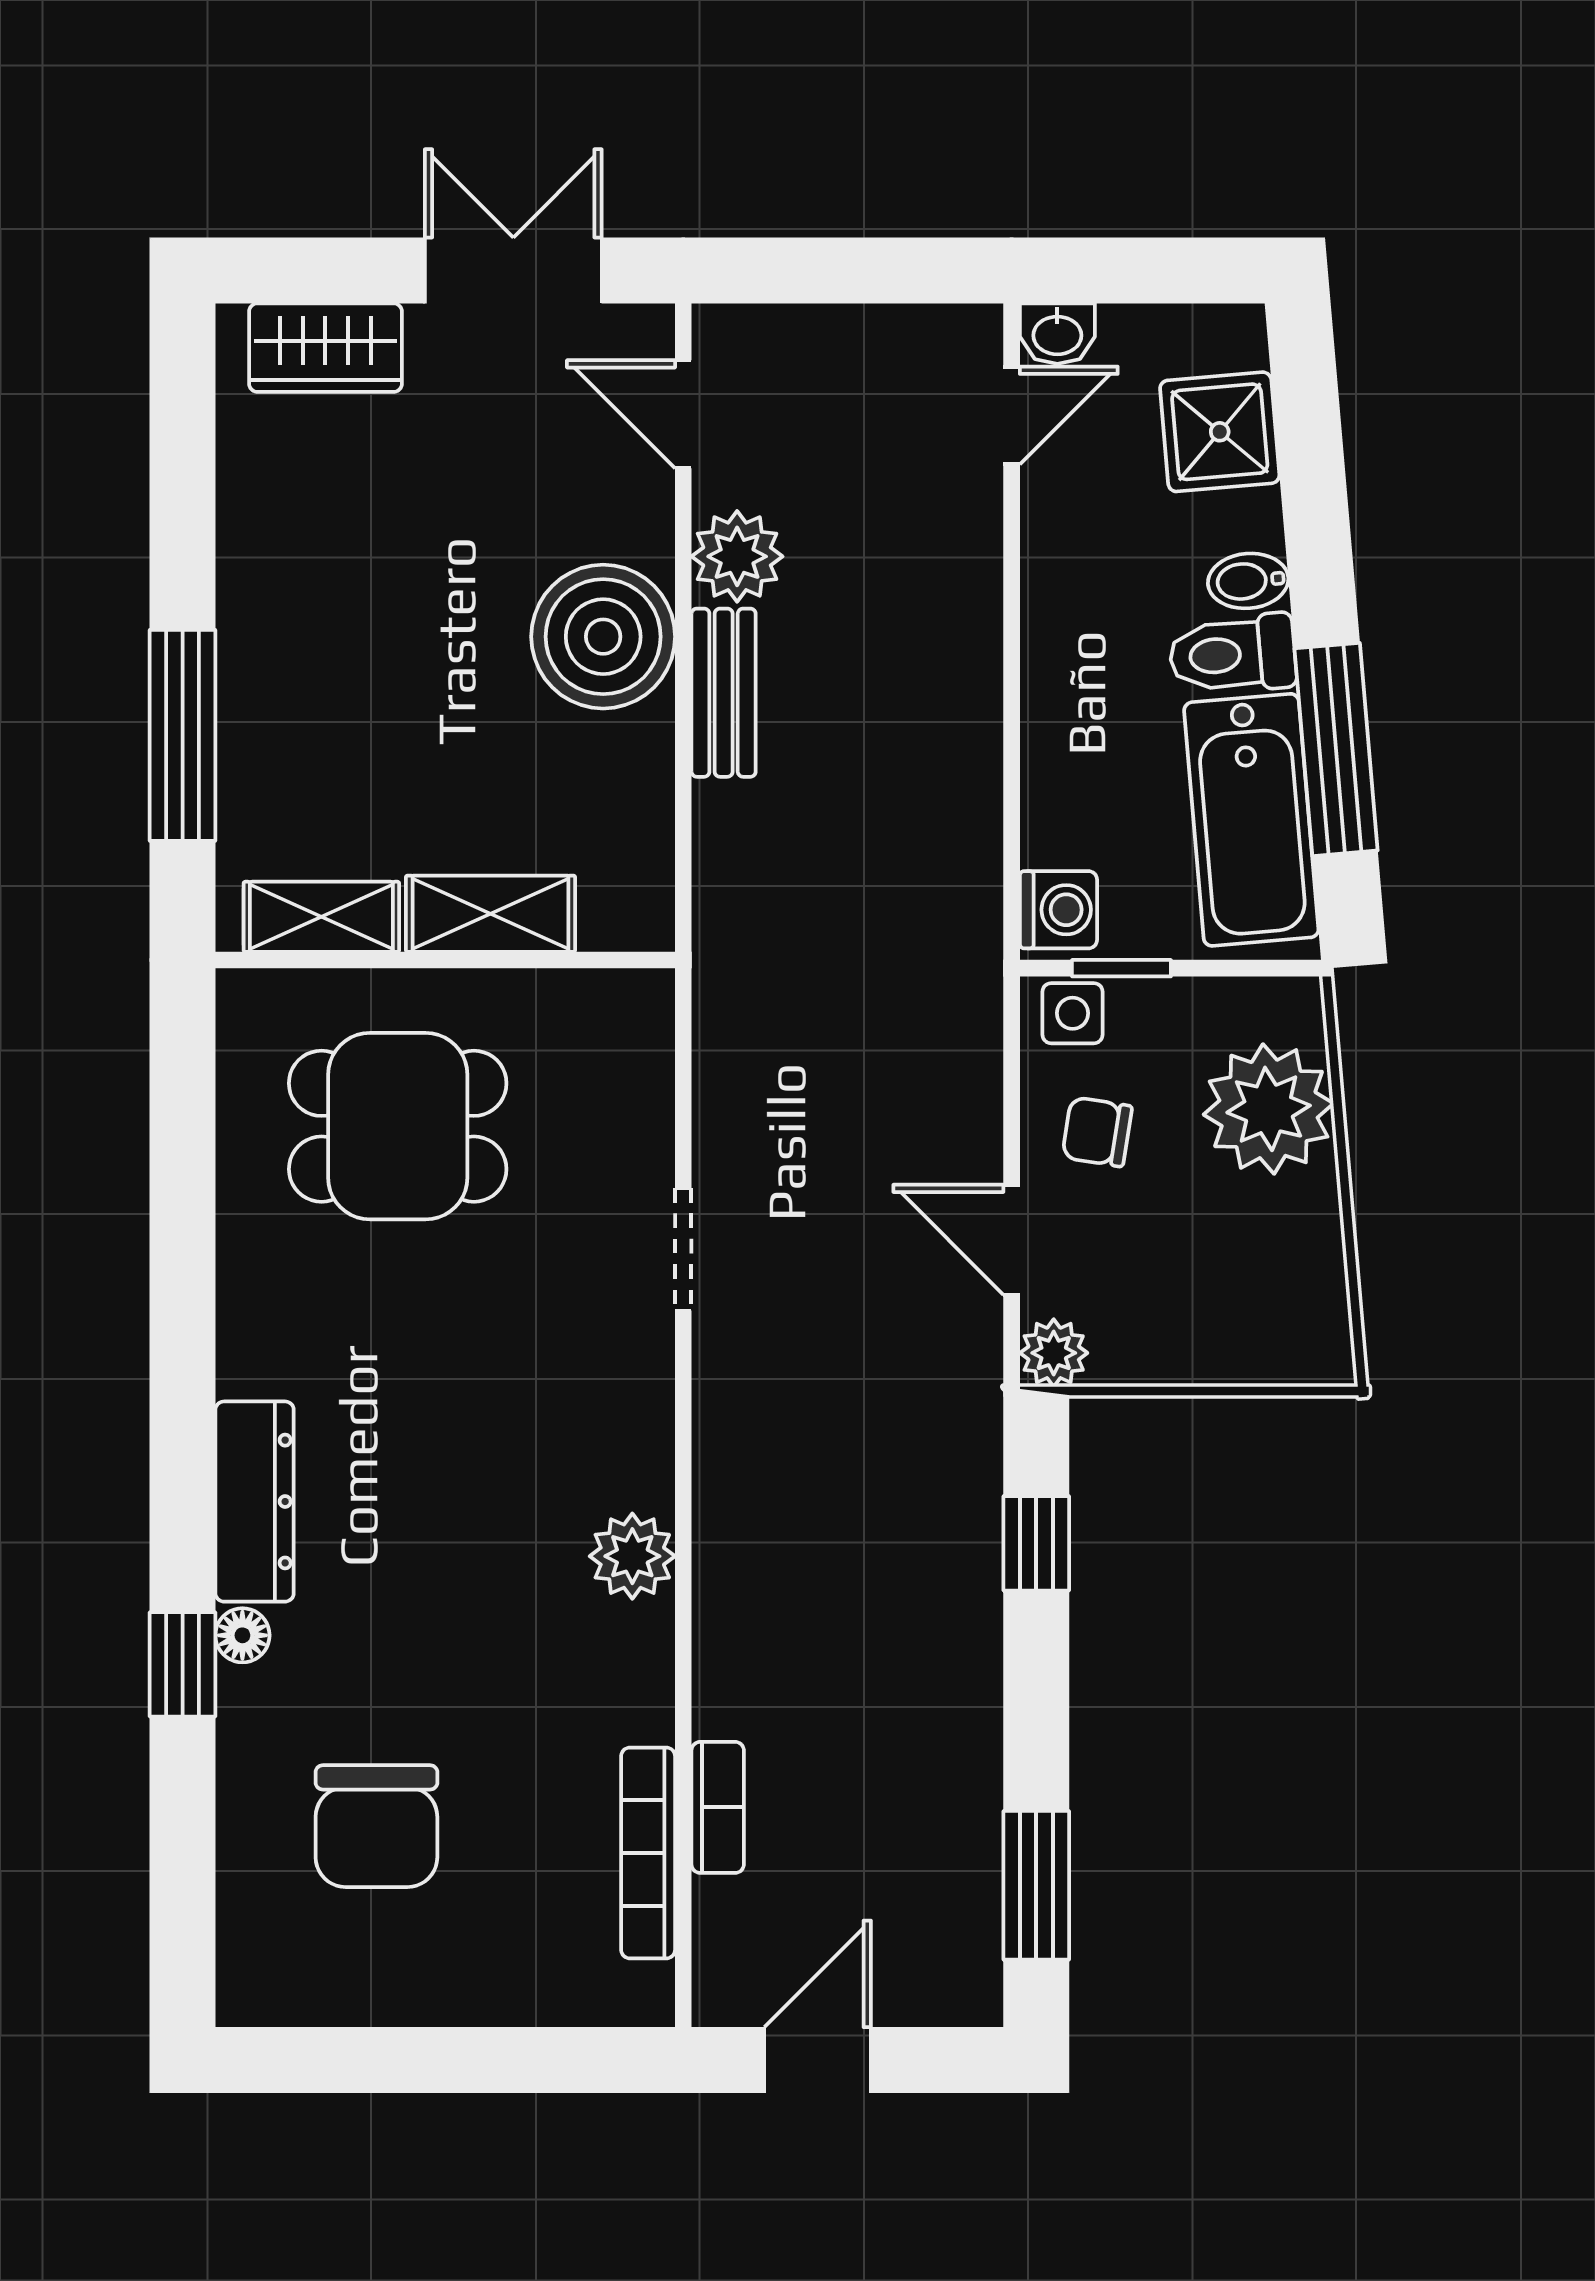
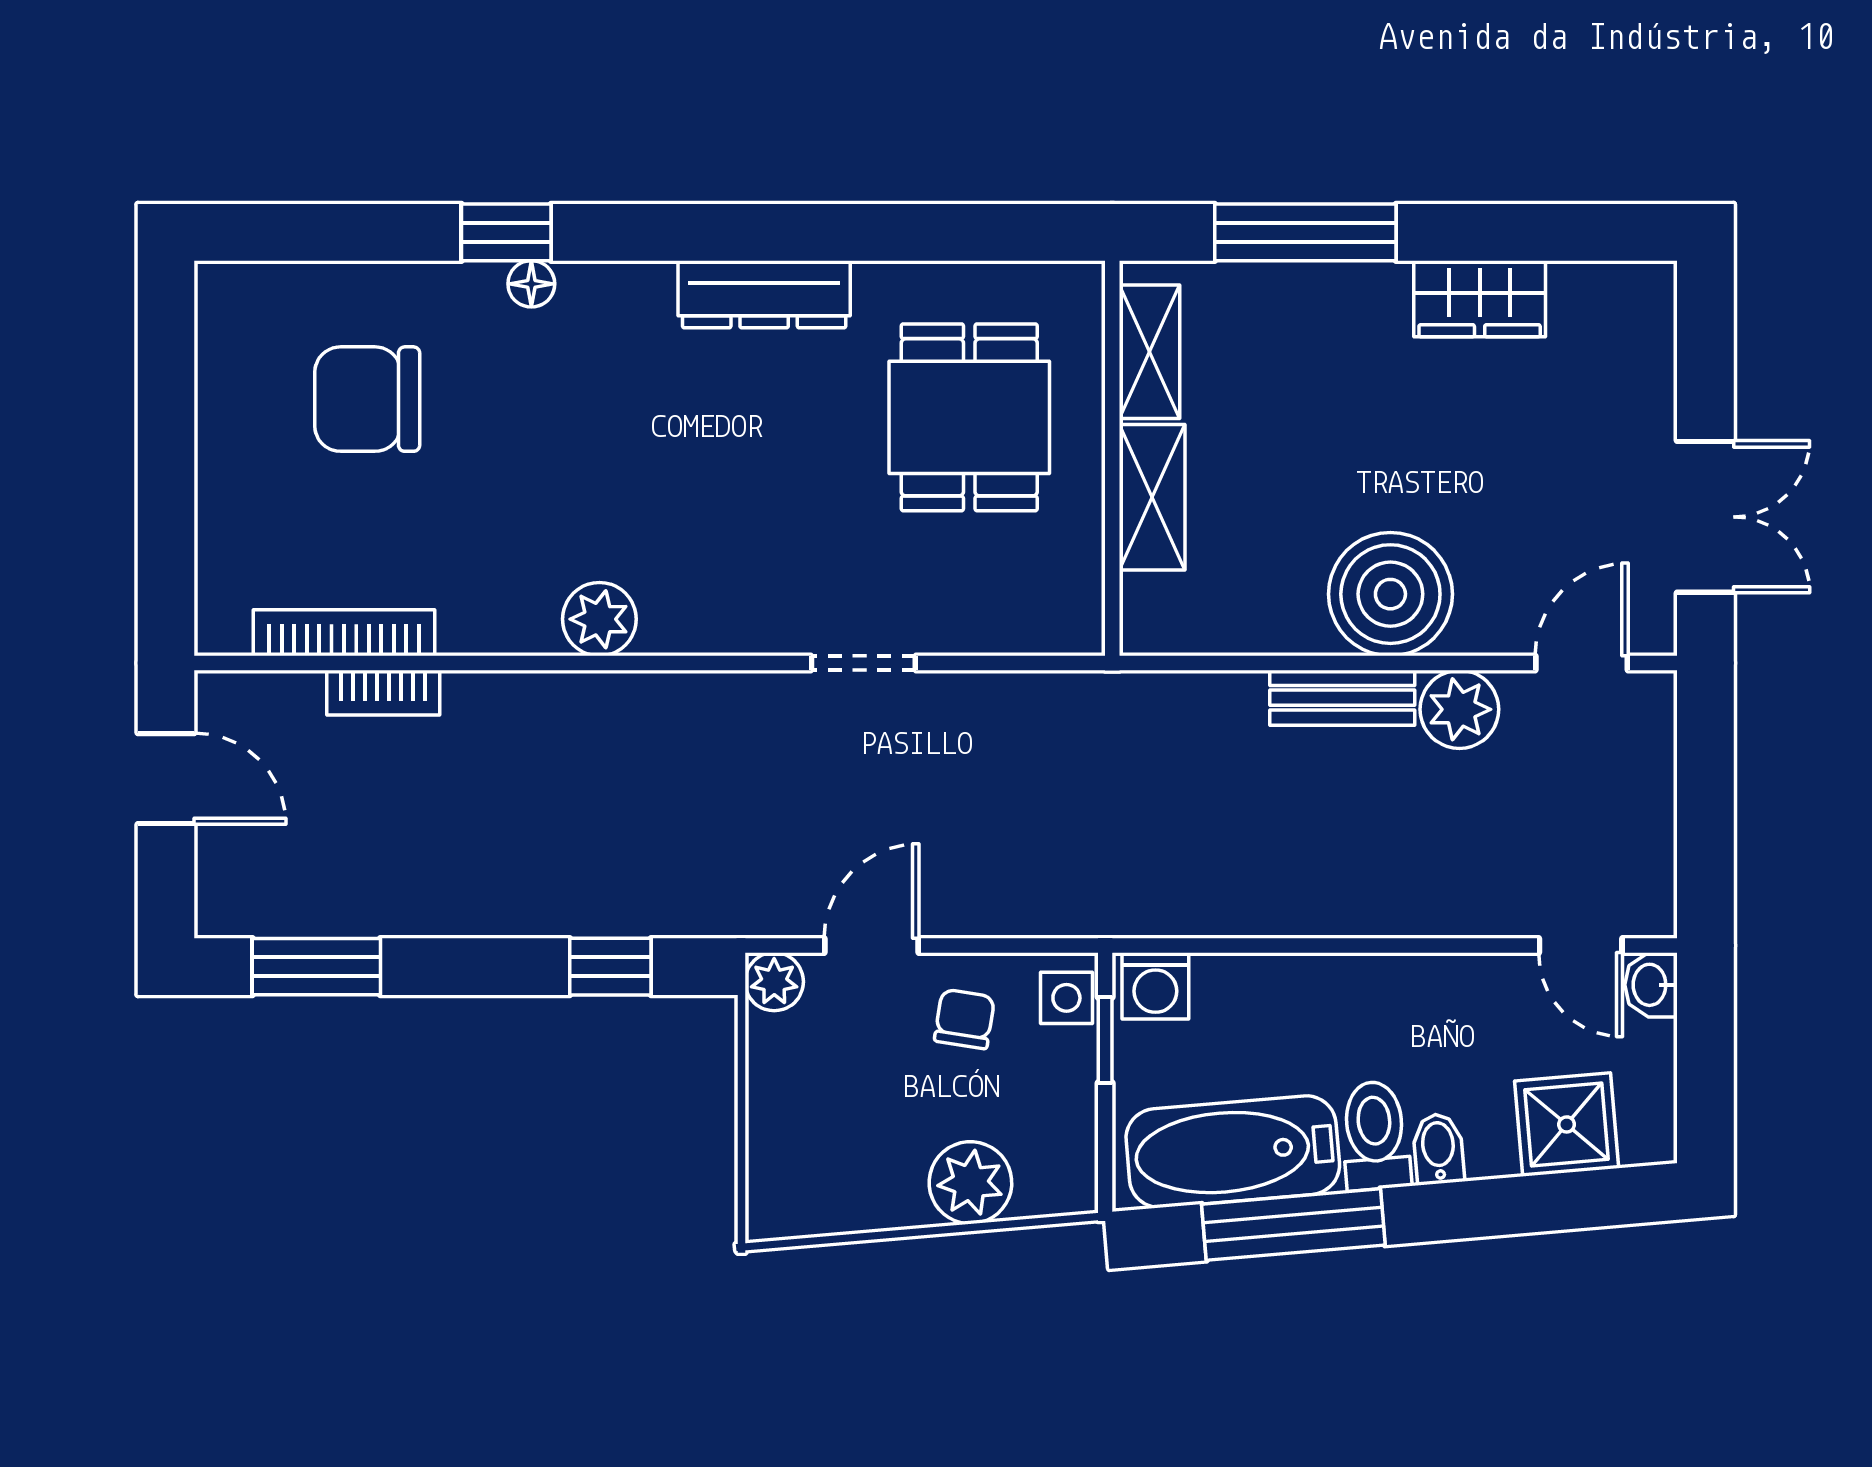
wardrobe: (325, 348) -> (1480, 299), moved, turned -90
plant: (1269, 1109) -> (970, 1183), width x0.73, depth x0.73
dresser: (255, 1502) -> (764, 294), moved

